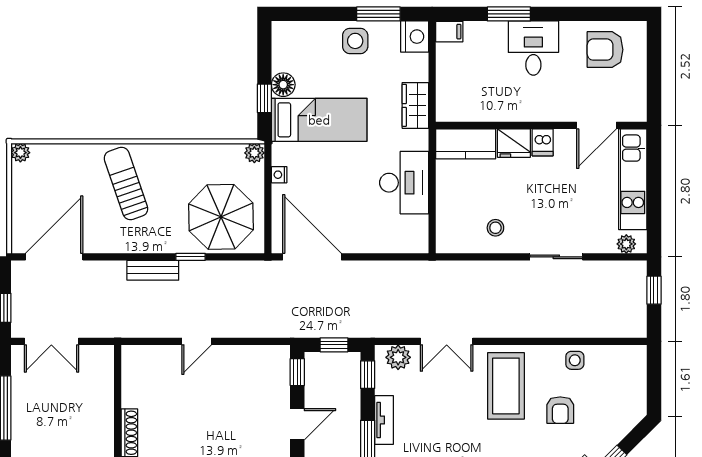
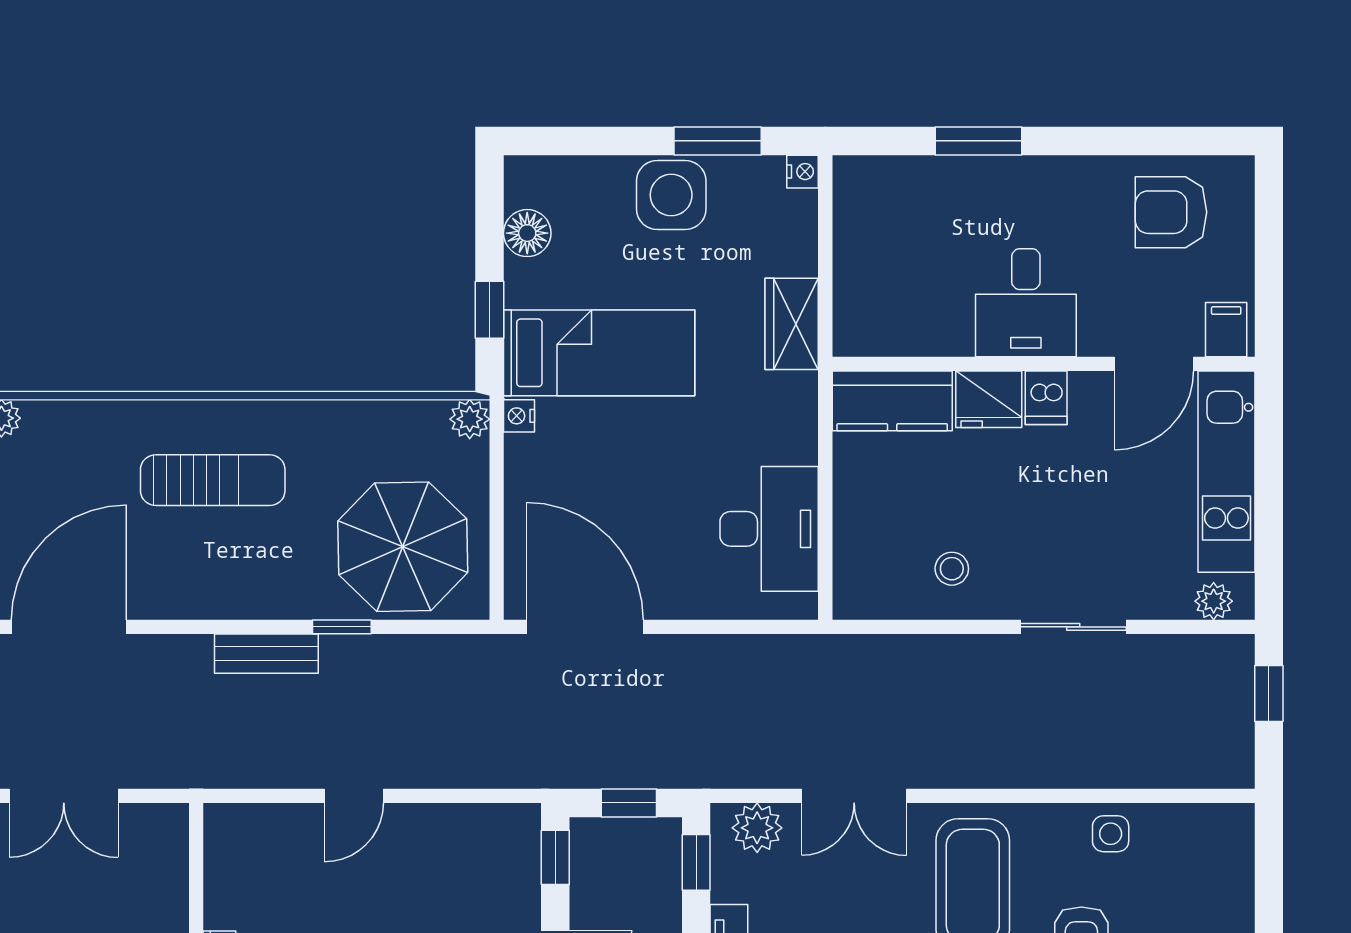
filing cabinet: (449, 32) -> (1226, 330), moved, turned -90
nightstand: (415, 37) -> (803, 172), width x0.53, depth x0.56
side table: (355, 41) -> (671, 195), width x1.37, depth x1.37
desk: (533, 48) -> (1026, 303), moved, turned 180
floor lamp: (283, 85) -> (527, 233), moved
nightstand: (279, 175) -> (519, 416), moved
desk: (404, 183) -> (769, 529), moved
sun lounger: (126, 184) -> (213, 480), turned 109

